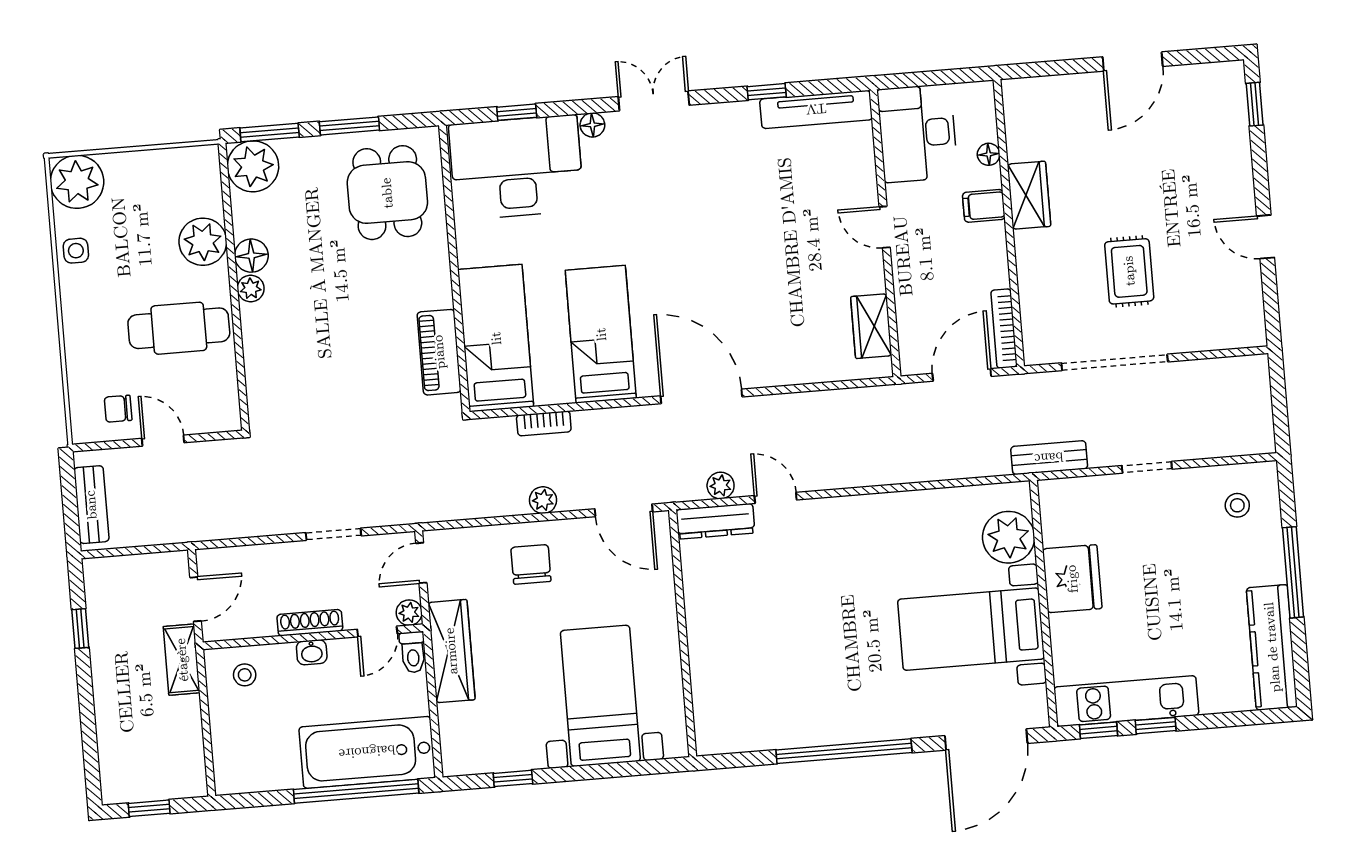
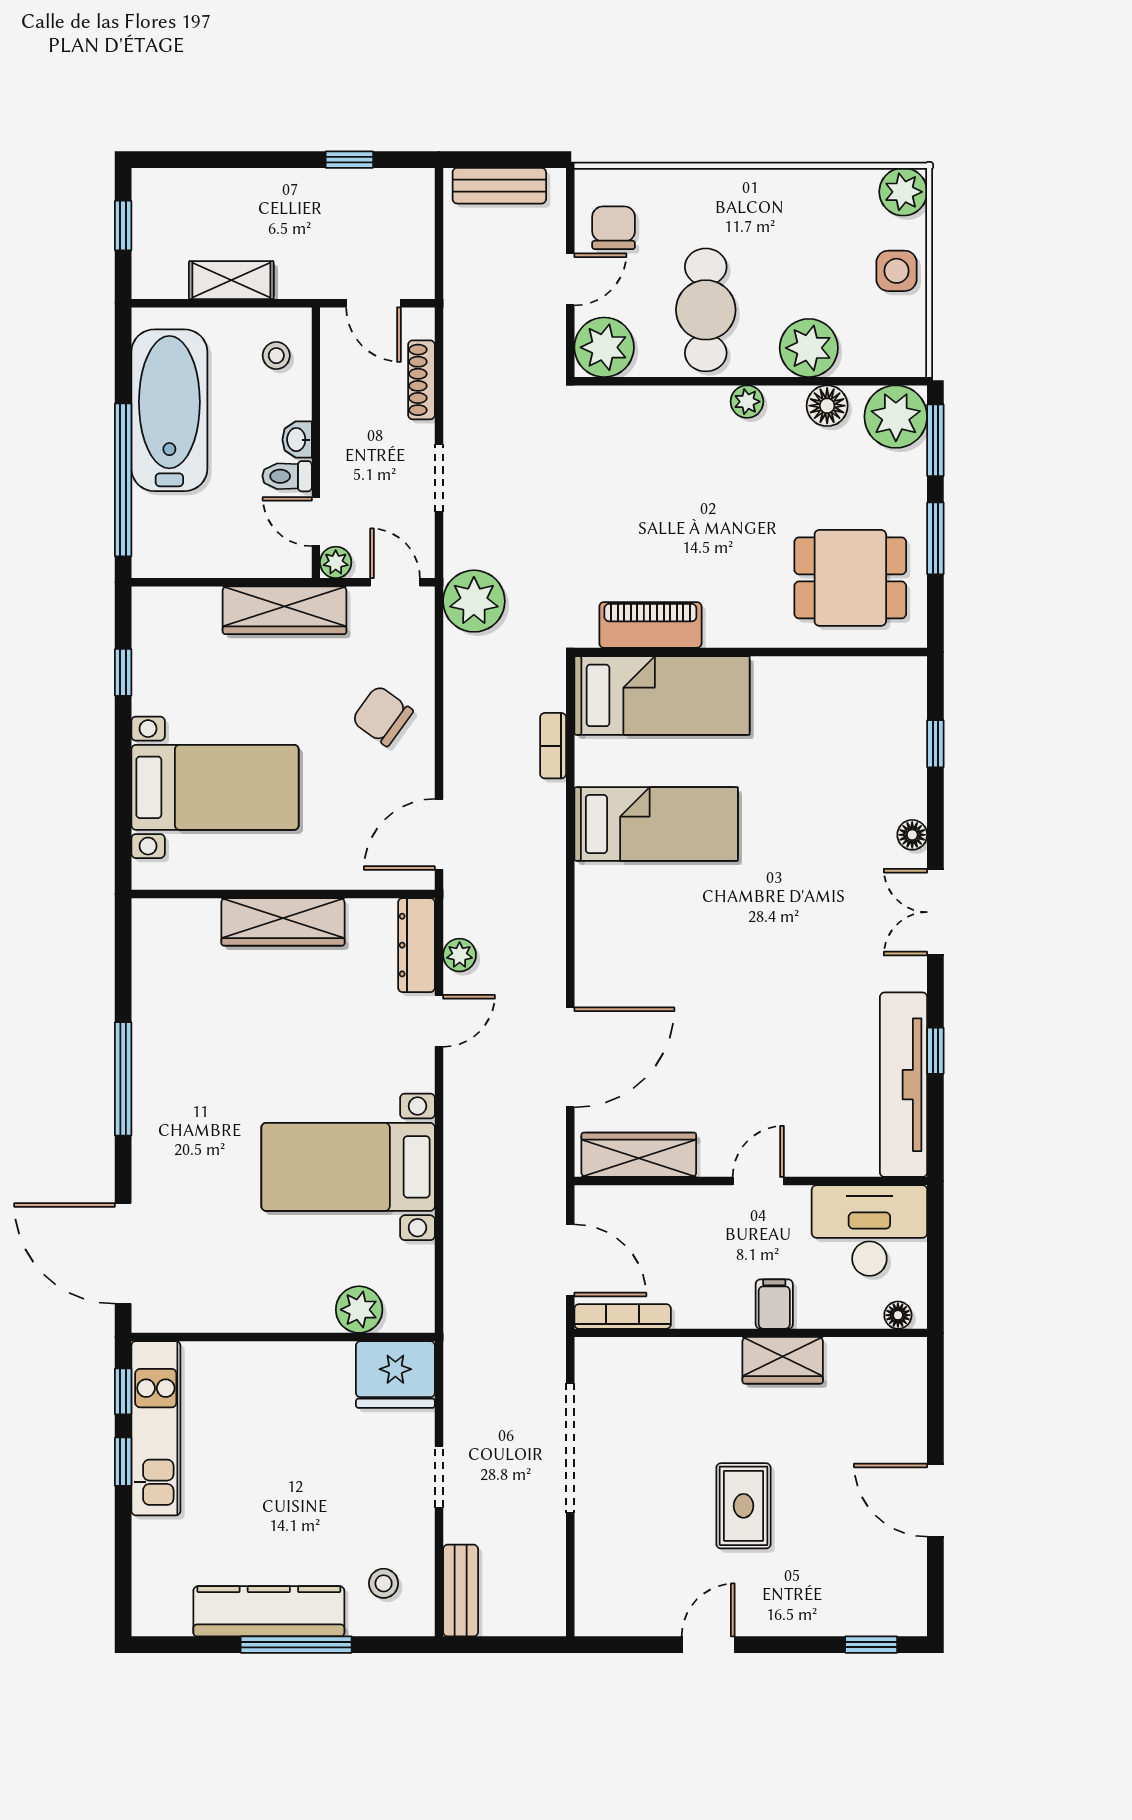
double door: (654, 101) -> (935, 912), swing flipped
tv unit: (816, 109) -> (904, 1085), width x1.36, depth x1.29
floor lamp: (989, 154) -> (898, 1315), moved
desk: (516, 167) -> (868, 738), removed
plant: (77, 182) -> (903, 192), width x0.73, depth x0.73
side table: (76, 251) -> (897, 271), moved, width x1.37, depth x1.37
floor lamp: (251, 256) -> (827, 406), moved
rug: (1129, 271) -> (743, 1506), moved, turned 90
wardrobe: (871, 326) -> (639, 1155), width x1.50
door: (701, 396) -> (570, 1057), moved
plant: (216, 408) -> (604, 347), added
chair: (118, 409) -> (614, 228), width x1.37, depth x1.37
bench: (1049, 458) -> (461, 1591), moved
plant: (543, 500) -> (474, 601), moved, width x1.87, depth x1.87
plant: (1009, 537) -> (359, 1310), width x0.73, depth x0.73
chair: (531, 564) -> (382, 716), turned -144
fridge: (1072, 579) -> (395, 1375), moved
shoe rack: (310, 623) -> (421, 380), moved, turned 180
bed with nightstands: (971, 629) -> (348, 1167), moved, turned -90
wardrobe: (705, 632) -> (283, 922), added
kitchen counter: (1272, 647) -> (269, 1611), moved
toilet: (413, 652) -> (287, 476), moved
shelving: (182, 660) -> (231, 280), moved
window: (844, 751) -> (123, 1079), width x0.68
bathtub: (367, 752) -> (169, 410), moved

